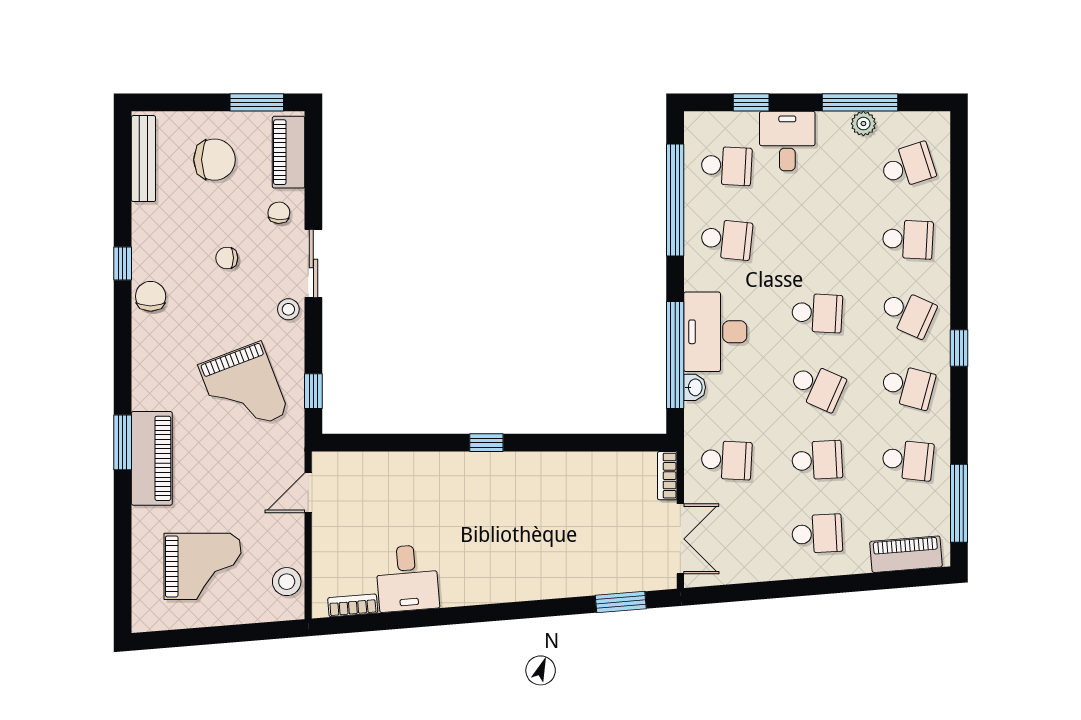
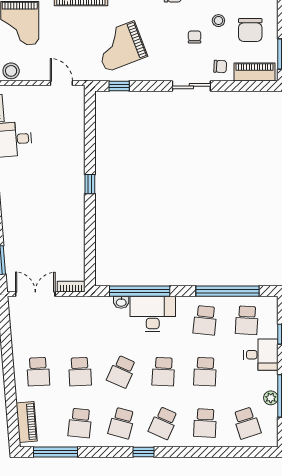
stool: (288, 309) -> (218, 21), moved
school desk: (726, 460) -> (205, 372), moved
double door: (680, 539) -> (35, 294), swing flipped

